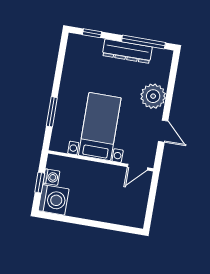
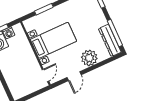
dresser: (127, 51) -> (110, 40), moved
door: (137, 167) -> (45, 75), swing flipped

